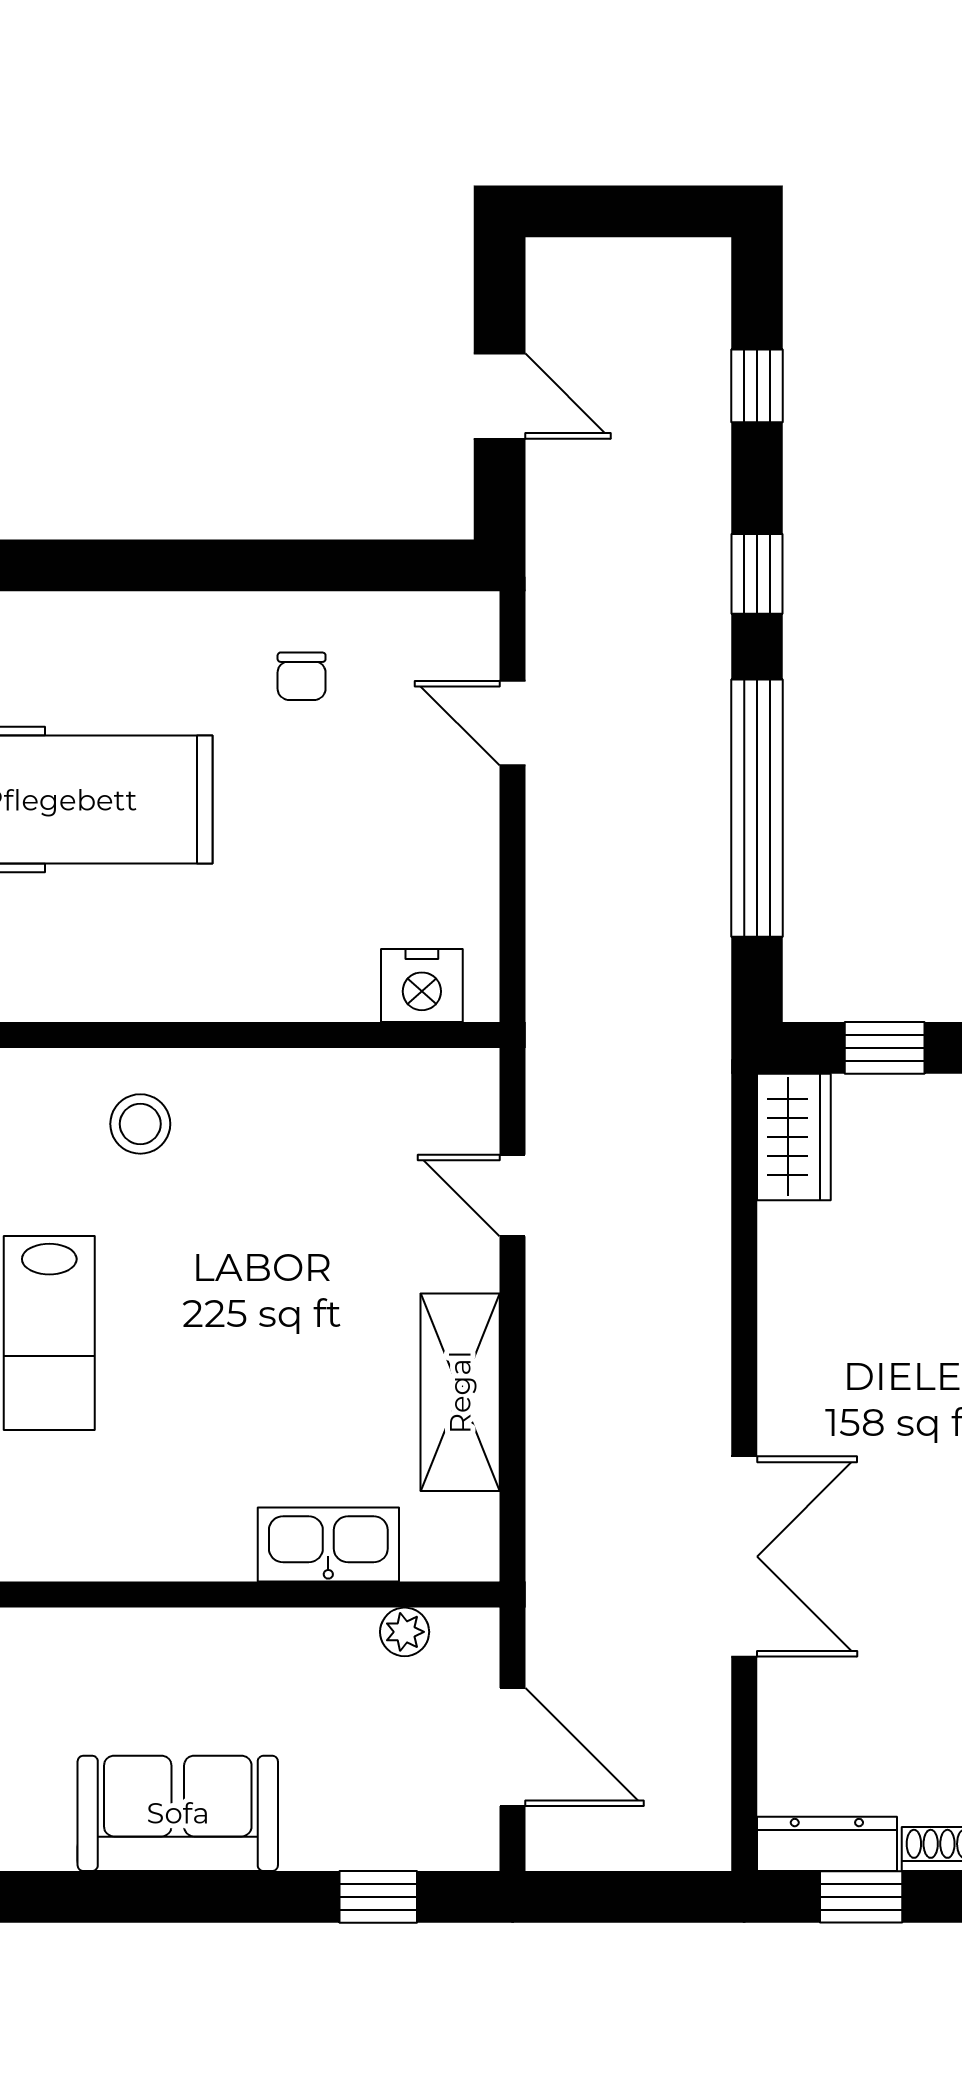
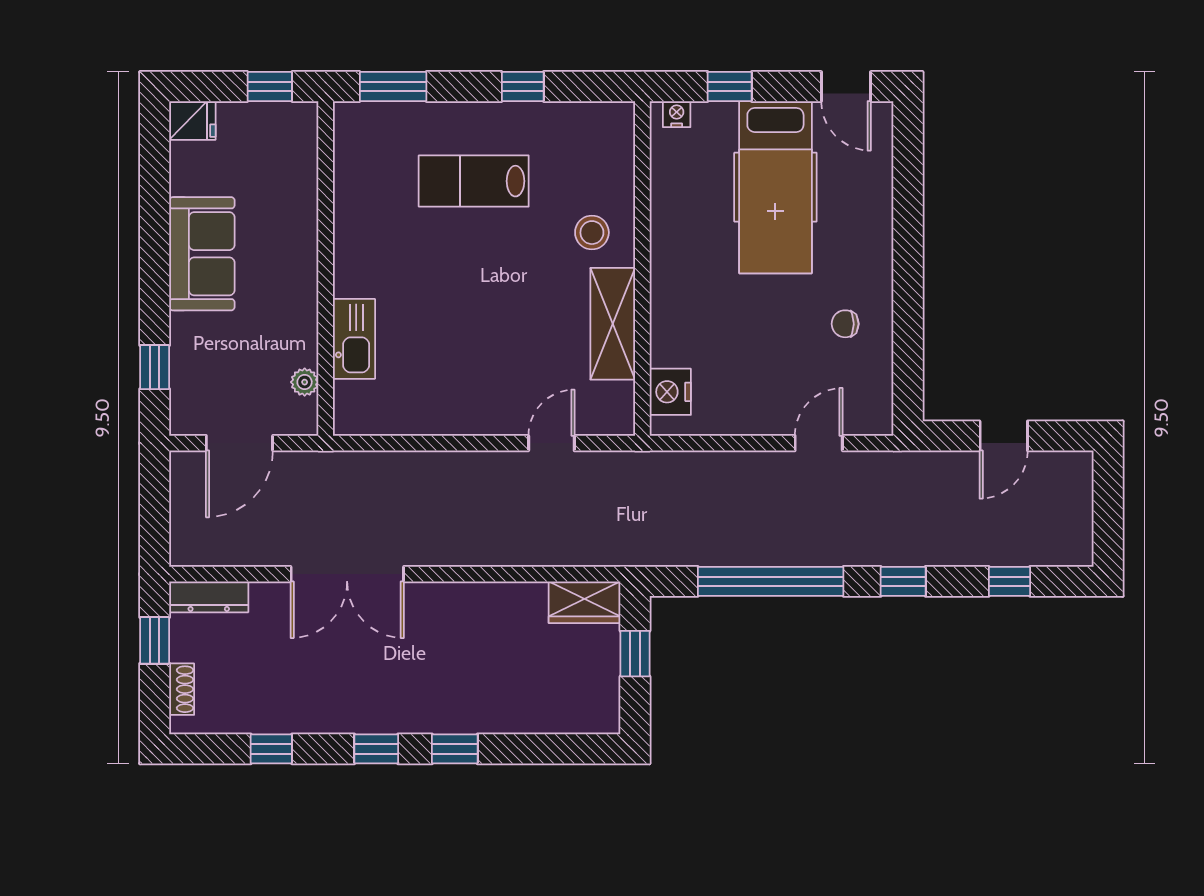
shelving: (460, 1392) -> (613, 324), moved, turned 90
dresser: (827, 1844) -> (209, 597), moved, turned 90

